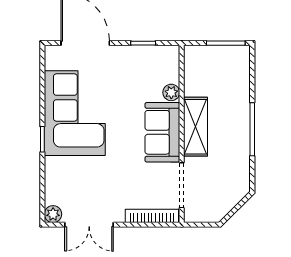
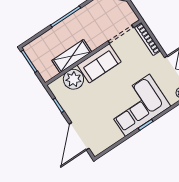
plant: (171, 92) -> (73, 79), width x1.87, depth x1.87
corner sofa: (75, 113) -> (137, 105), moved
shelving: (195, 127) -> (72, 56), moved

